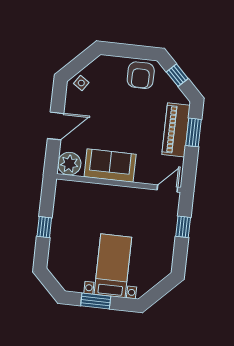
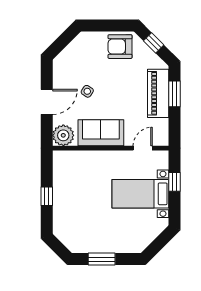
armchair: (141, 75) -> (120, 47), turned 90
side table: (81, 83) -> (87, 91), moved
door: (167, 189) -> (143, 148), moved
bed with nightstands: (113, 266) -> (140, 194), moved, turned -90

